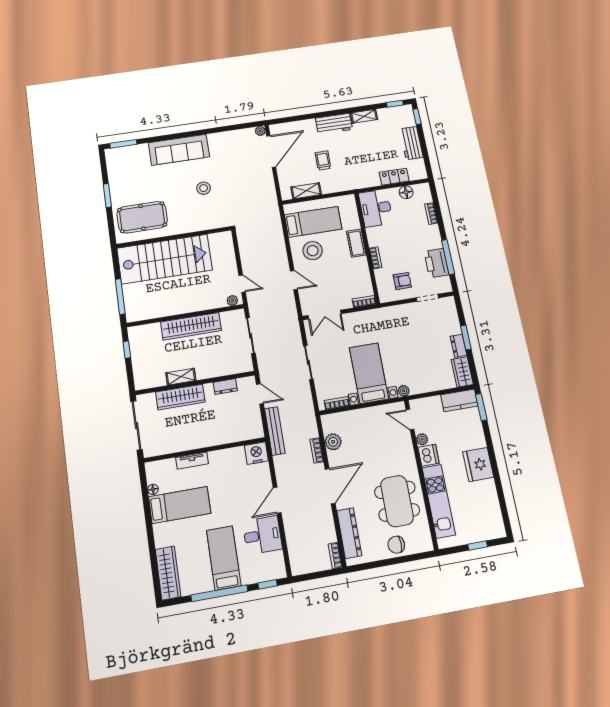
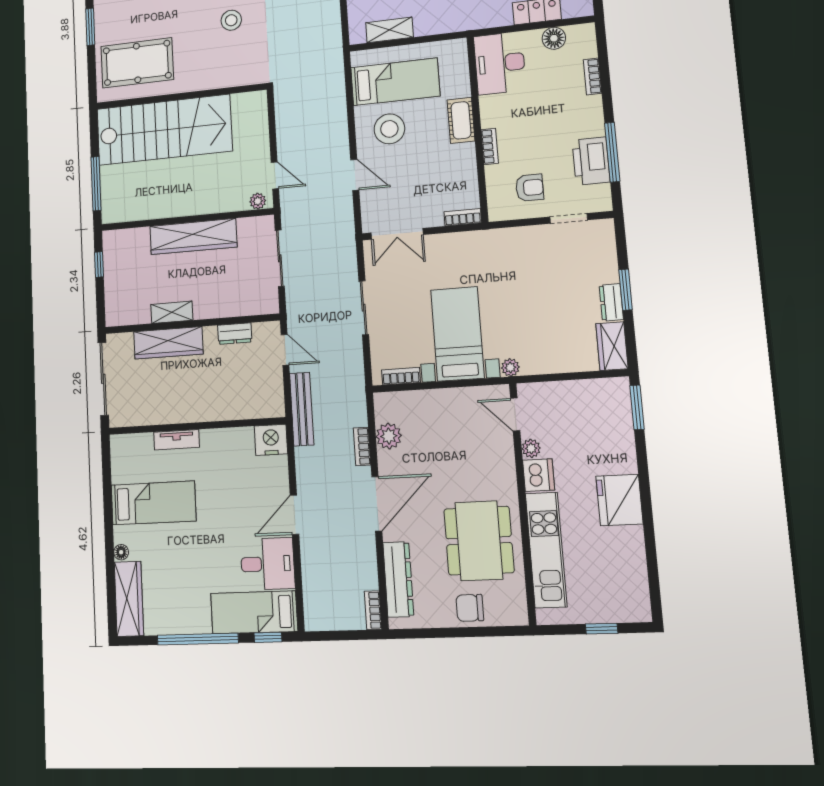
kitchen counter: (459, 400) -> (601, 392), removed
floor lamp: (153, 489) -> (121, 552), moved
bed: (224, 558) -> (254, 612), moved, turned -90

